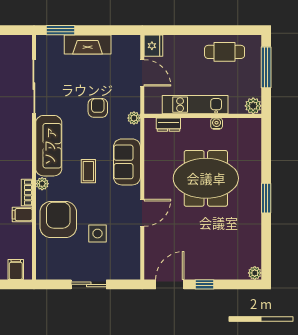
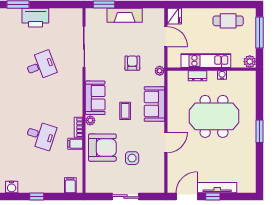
dresser: (168, 125) -> (197, 76), moved
sofa: (49, 146) -> (95, 98), width x0.73
armchair: (58, 220) -> (102, 148), turned 90
tv unit: (210, 273) -> (217, 188), added
plant: (255, 273) -> (251, 188), removed

